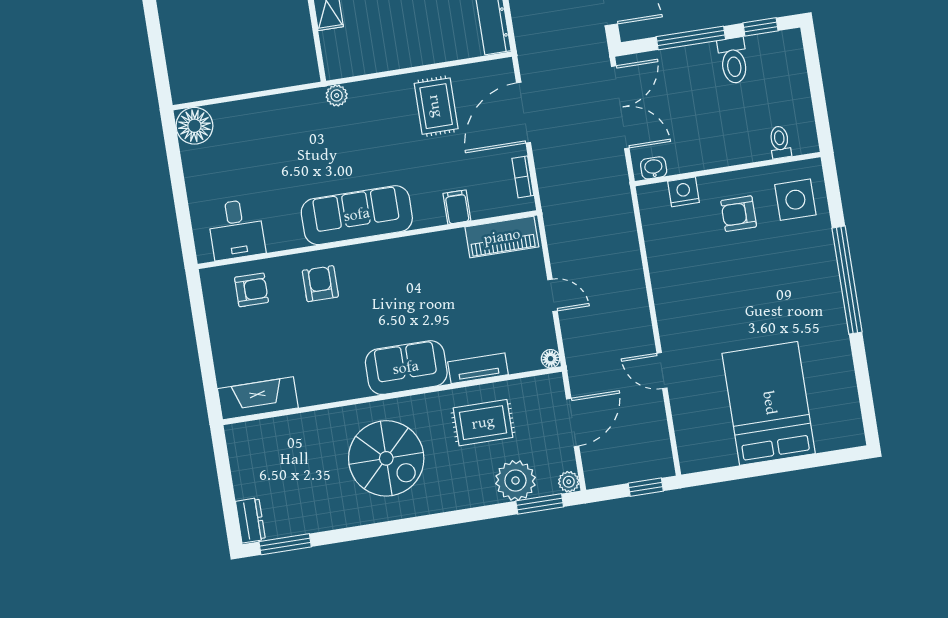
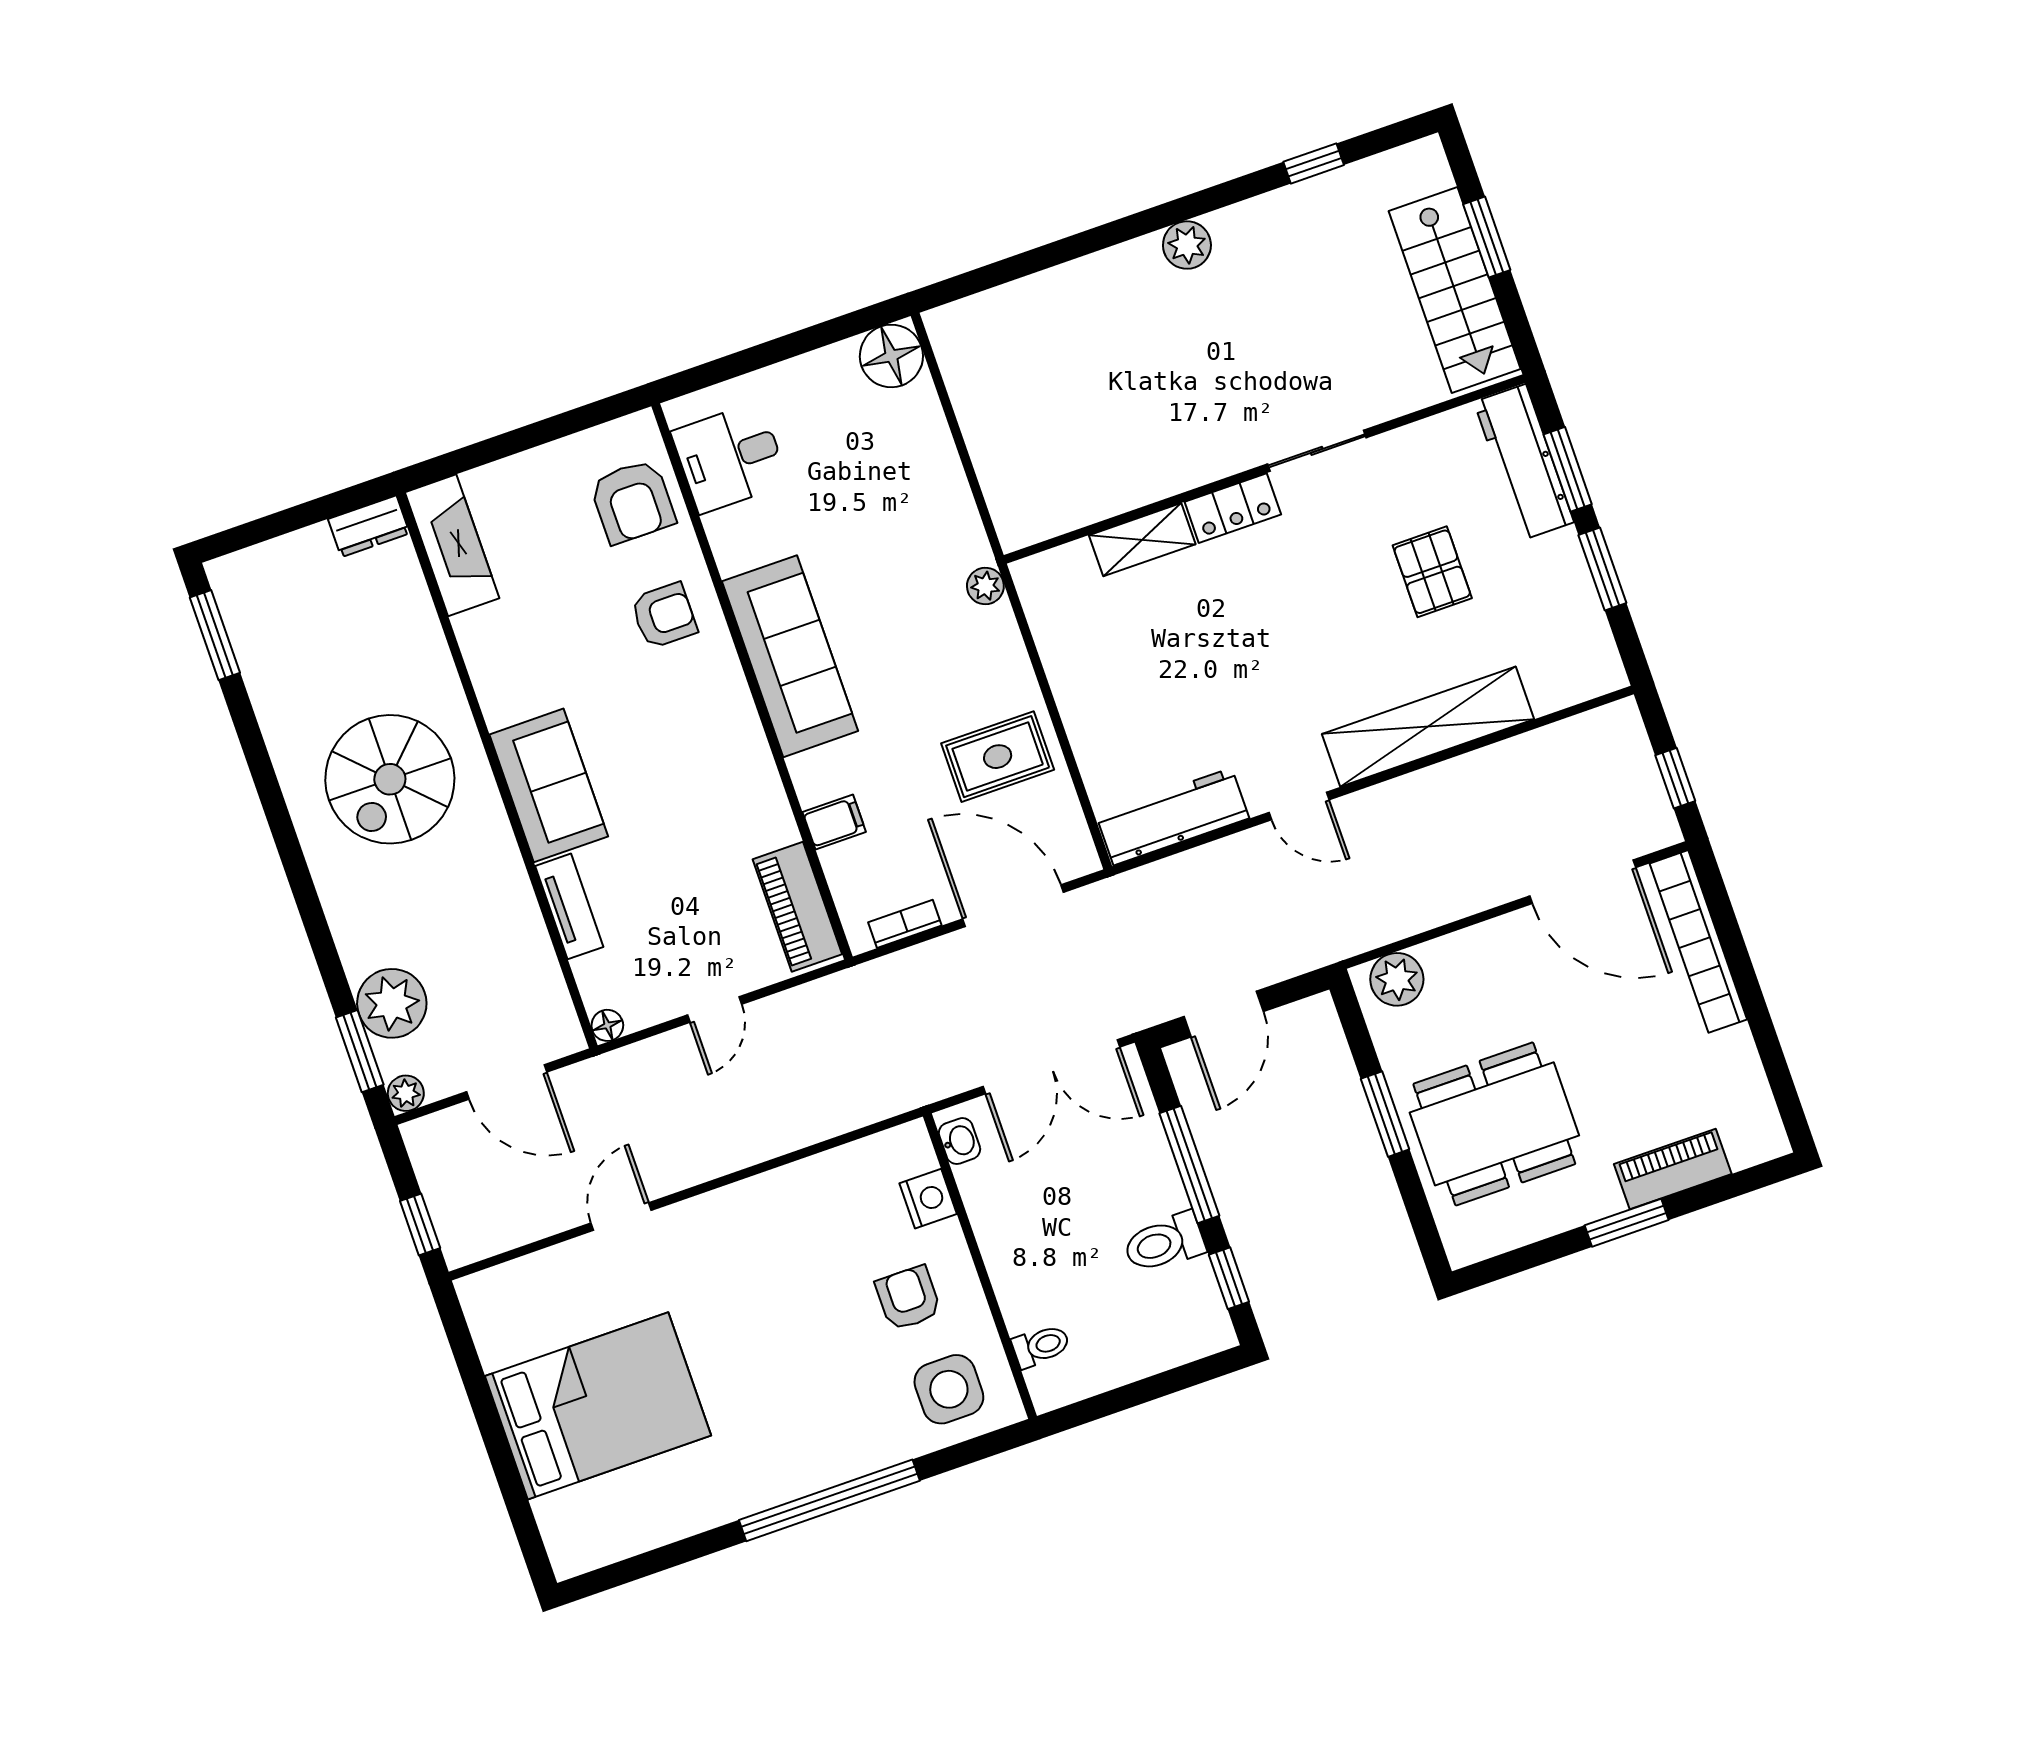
armchair: (251, 290) -> (633, 502), width x1.38, depth x1.38
rug: (483, 423) -> (479, 931), removed
dresser: (250, 520) -> (369, 526), moved

